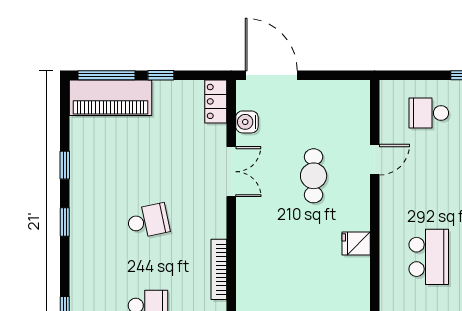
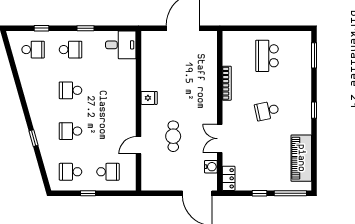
piano: (111, 98) -> (301, 158), moved, turned -90
window: (65, 165) -> (314, 142), removed
school desk: (429, 257) -> (108, 90), removed

